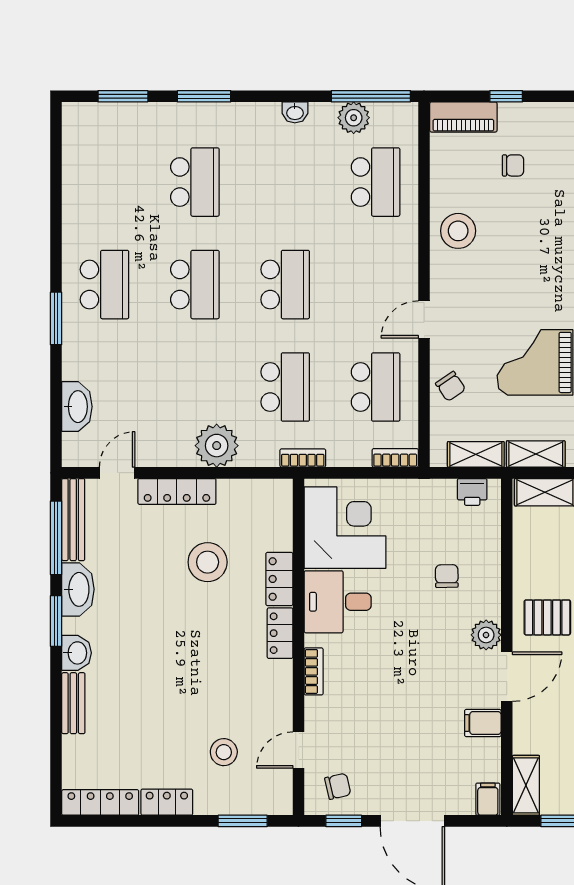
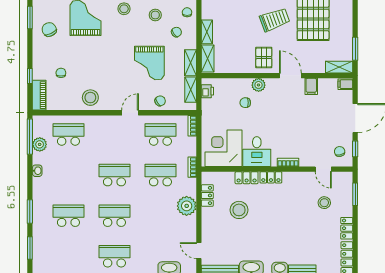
door: (424, 319) -> (130, 113), swing flipped
locker: (177, 491) -> (207, 195), moved, width x0.66
plant: (486, 635) -> (259, 85), moved

